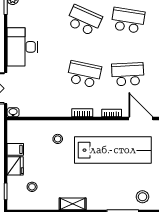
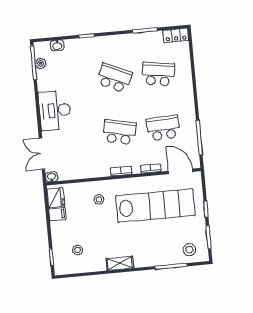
fridge: (15, 166) -> (56, 198), moved

